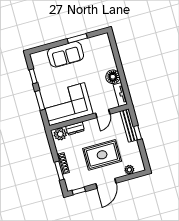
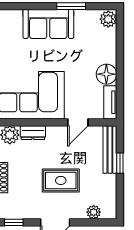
plant: (104, 40) -> (108, 19), added
rug: (102, 155) -> (61, 180), width x0.73, depth x0.70

